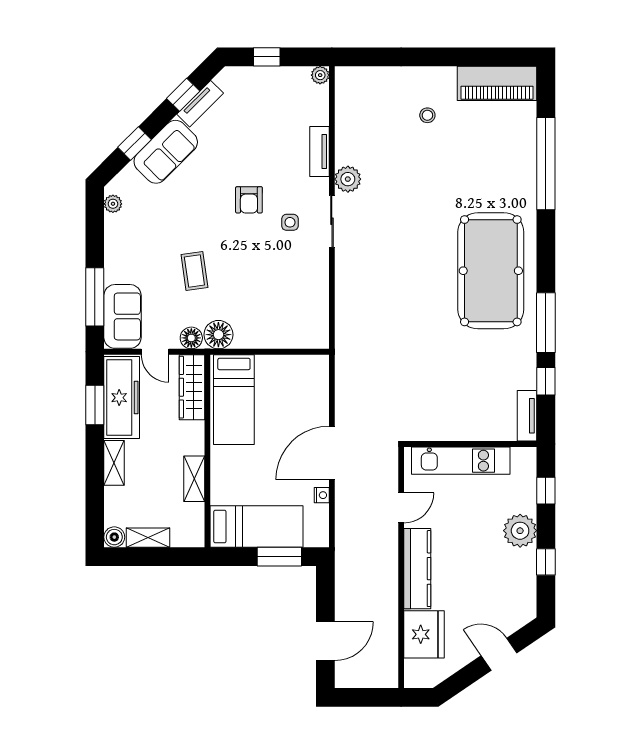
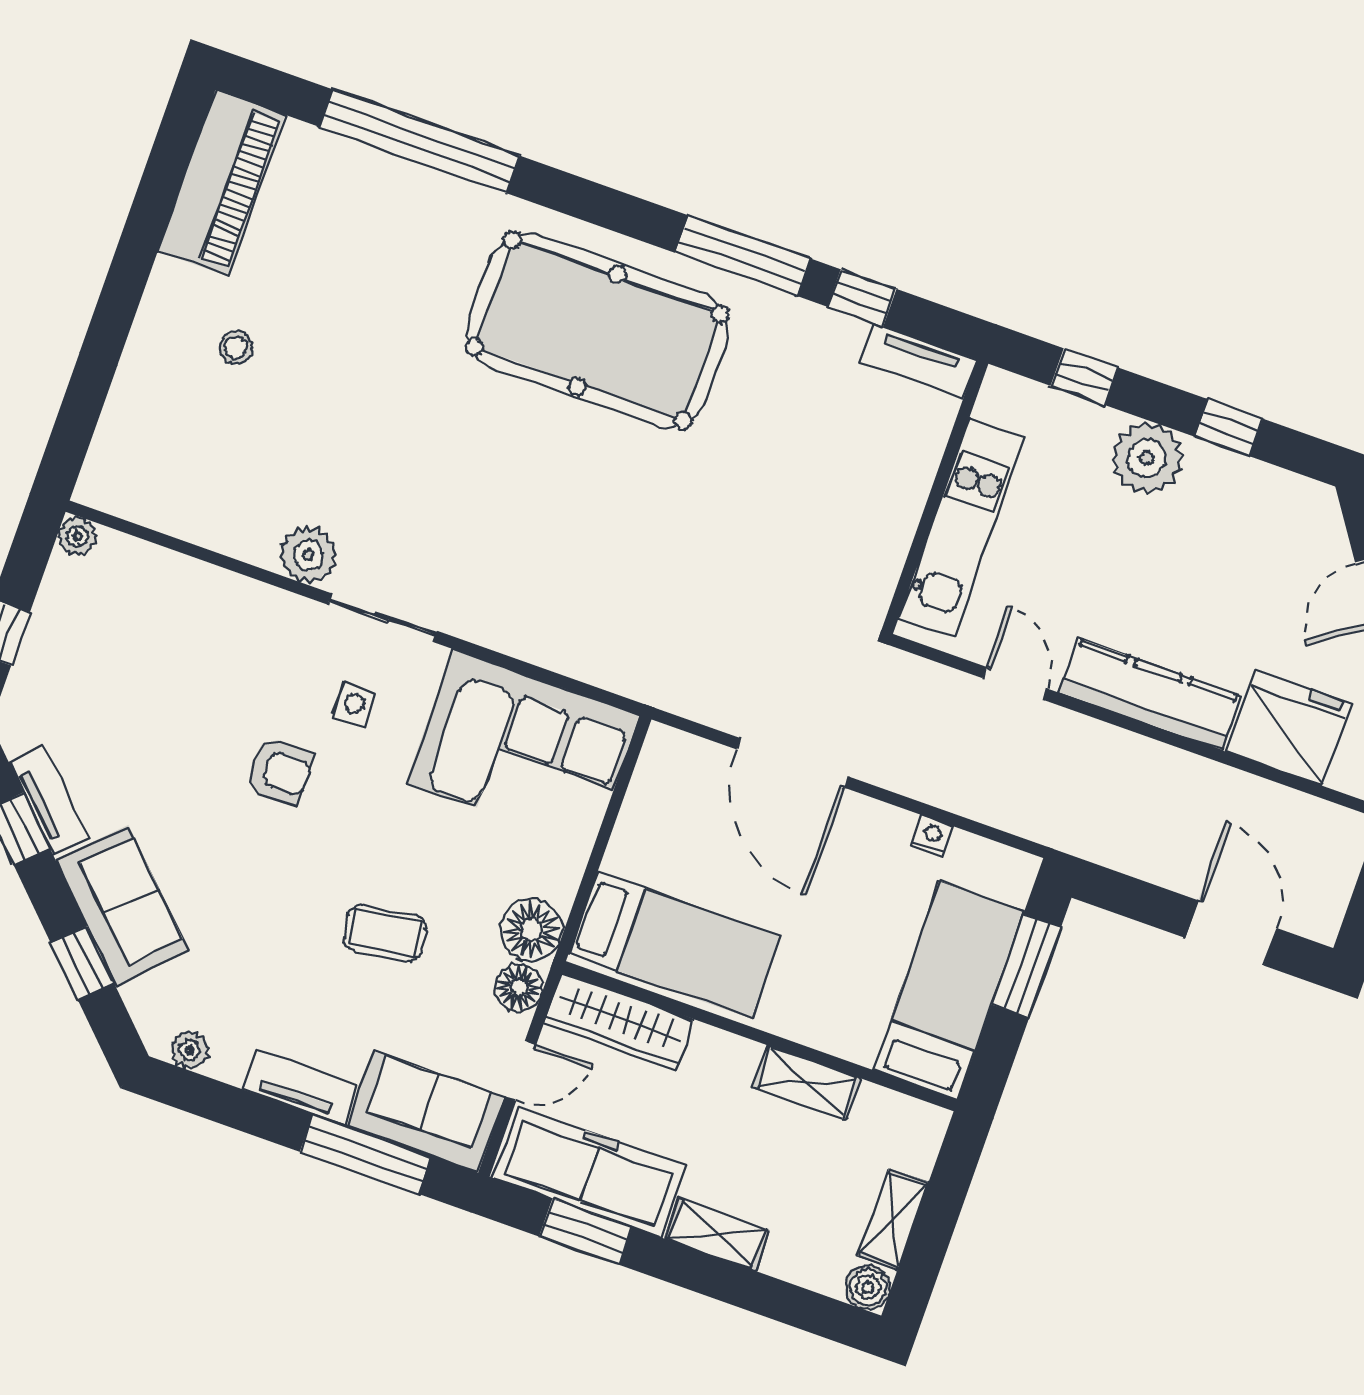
tv unit: (320, 152) -> (299, 1088), moved, turned 180
corner sofa: (296, 303) -> (523, 749), added
door: (332, 453) -> (793, 763), moved

